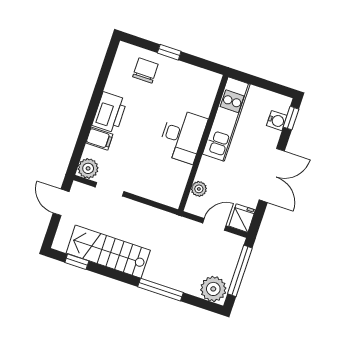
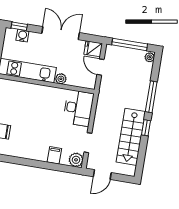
printer: (110, 113) -> (35, 151), removed
desk: (183, 136) -> (78, 108), moved, turned 90
plant: (199, 189) -> (61, 79), moved
window: (77, 262) -> (146, 128), moved
plant: (213, 289) -> (150, 57), width x0.53, depth x0.53

